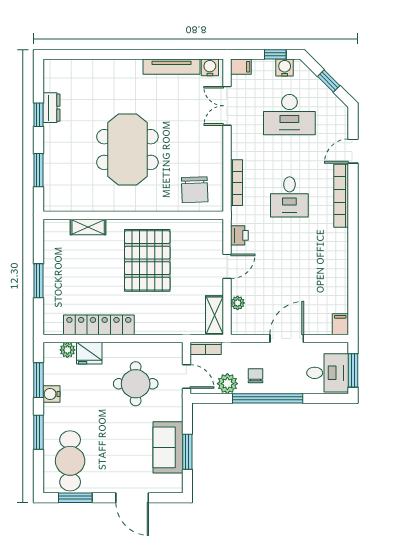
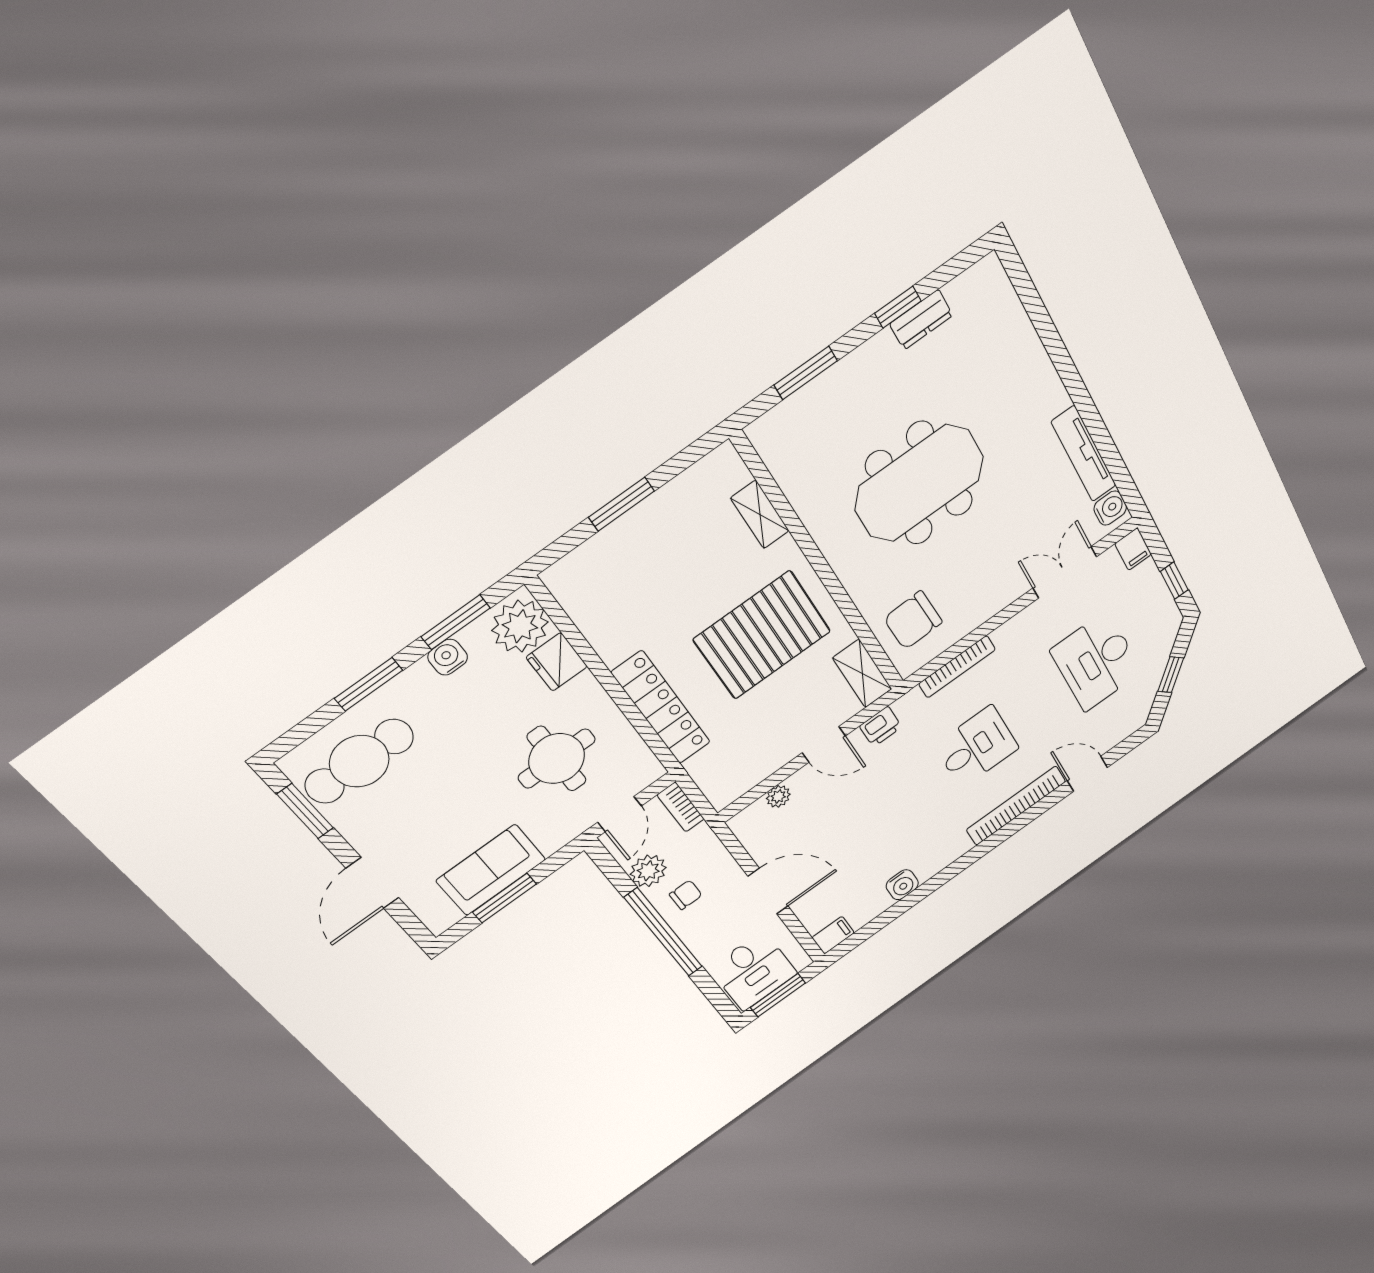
water cooler: (285, 68) -> (902, 885), moved, turned 90
desk: (289, 197) -> (977, 747), turned 180
shelving: (214, 315) -> (862, 673), moved, turned 90
locker: (99, 325) -> (661, 708), moved
plant: (67, 350) -> (520, 626), width x1.87, depth x1.87

